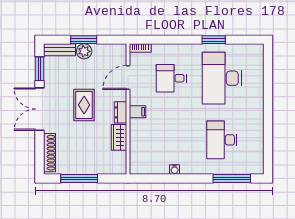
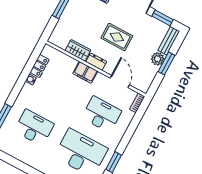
desk: (171, 78) -> (102, 114), width x1.37
filing cabinet: (137, 112) -> (85, 72), width x2.00
locker: (156, 168) -> (40, 66), added

